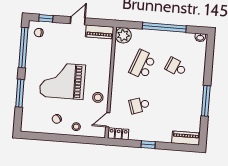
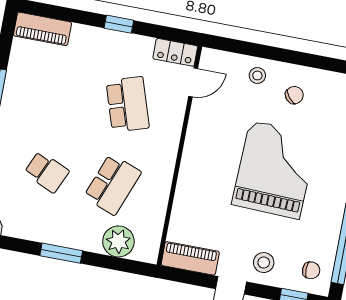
window: (164, 27) -> (61, 253), width x0.47
plant: (123, 35) -> (118, 241), moved
grand piano: (62, 81) -> (275, 170), turned -88
stool: (98, 97) -> (264, 263), moved
school desk: (139, 105) -> (128, 104), width x1.85

